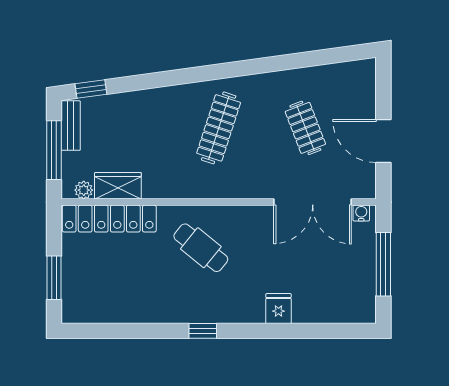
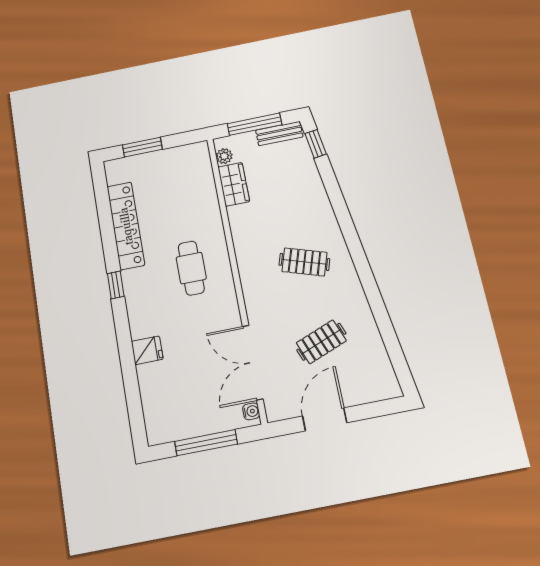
clothes rail: (219, 128) -> (304, 262), width x0.73
locker: (109, 219) -> (126, 226), moved, turned 180
cafe table: (201, 248) -> (191, 268), turned -39

